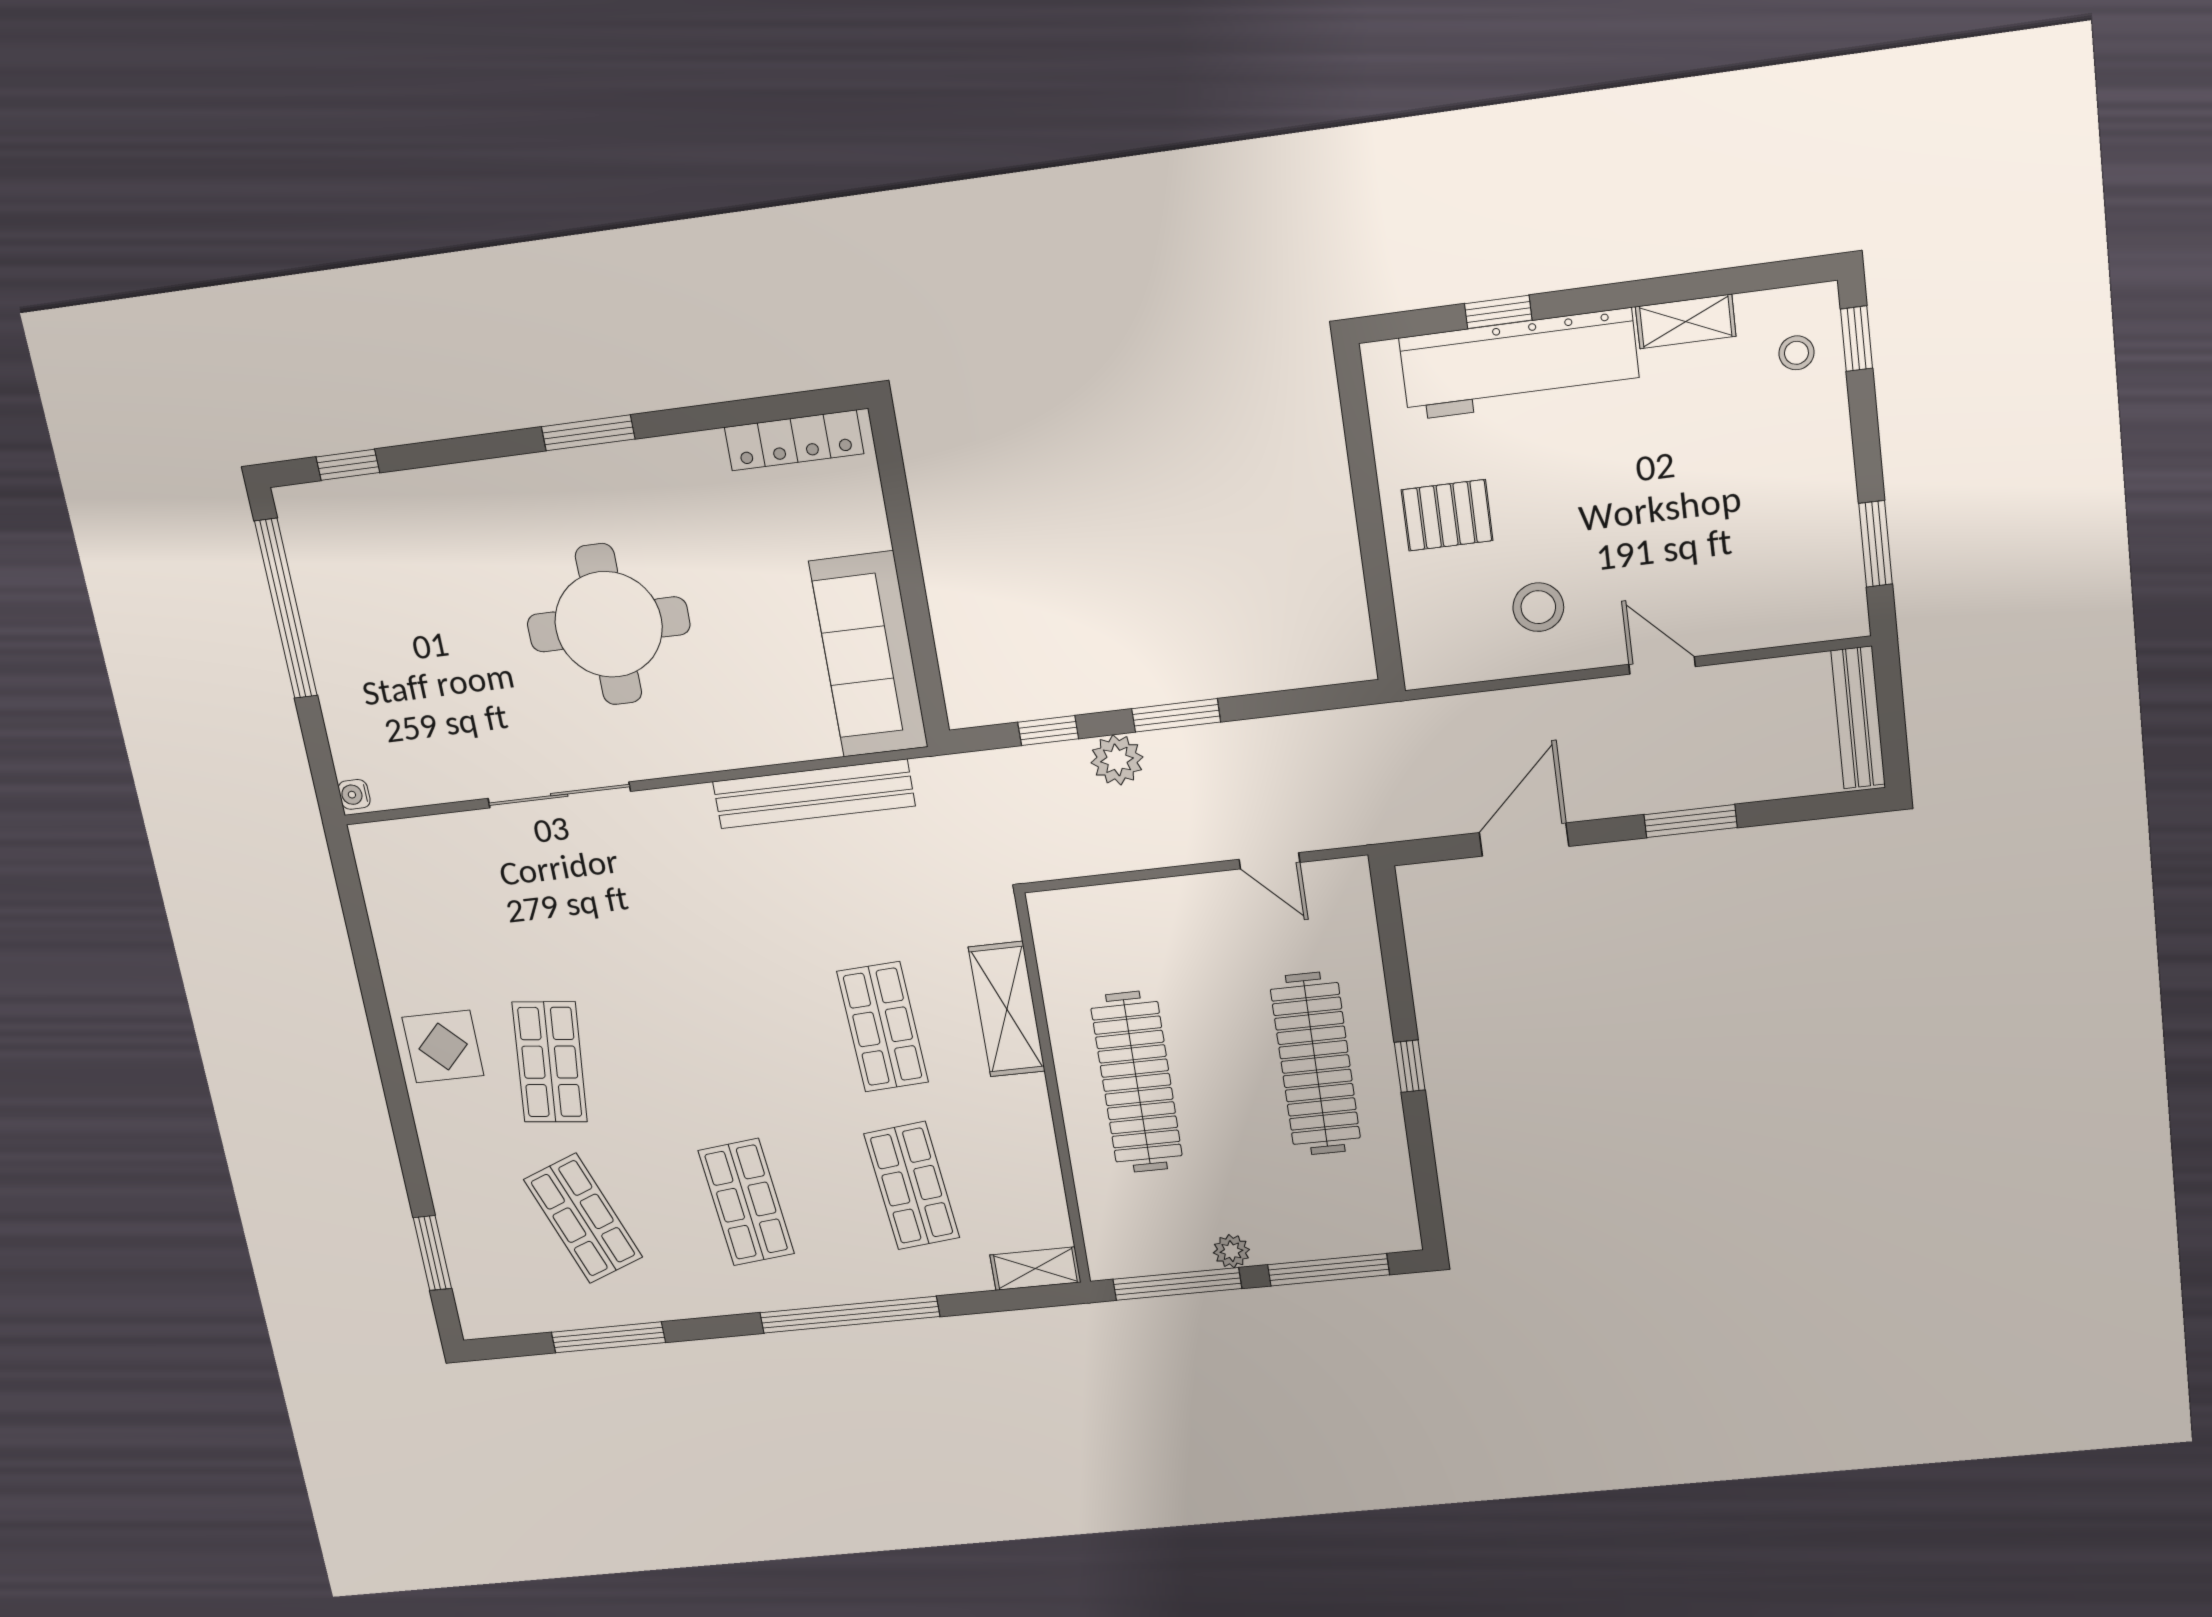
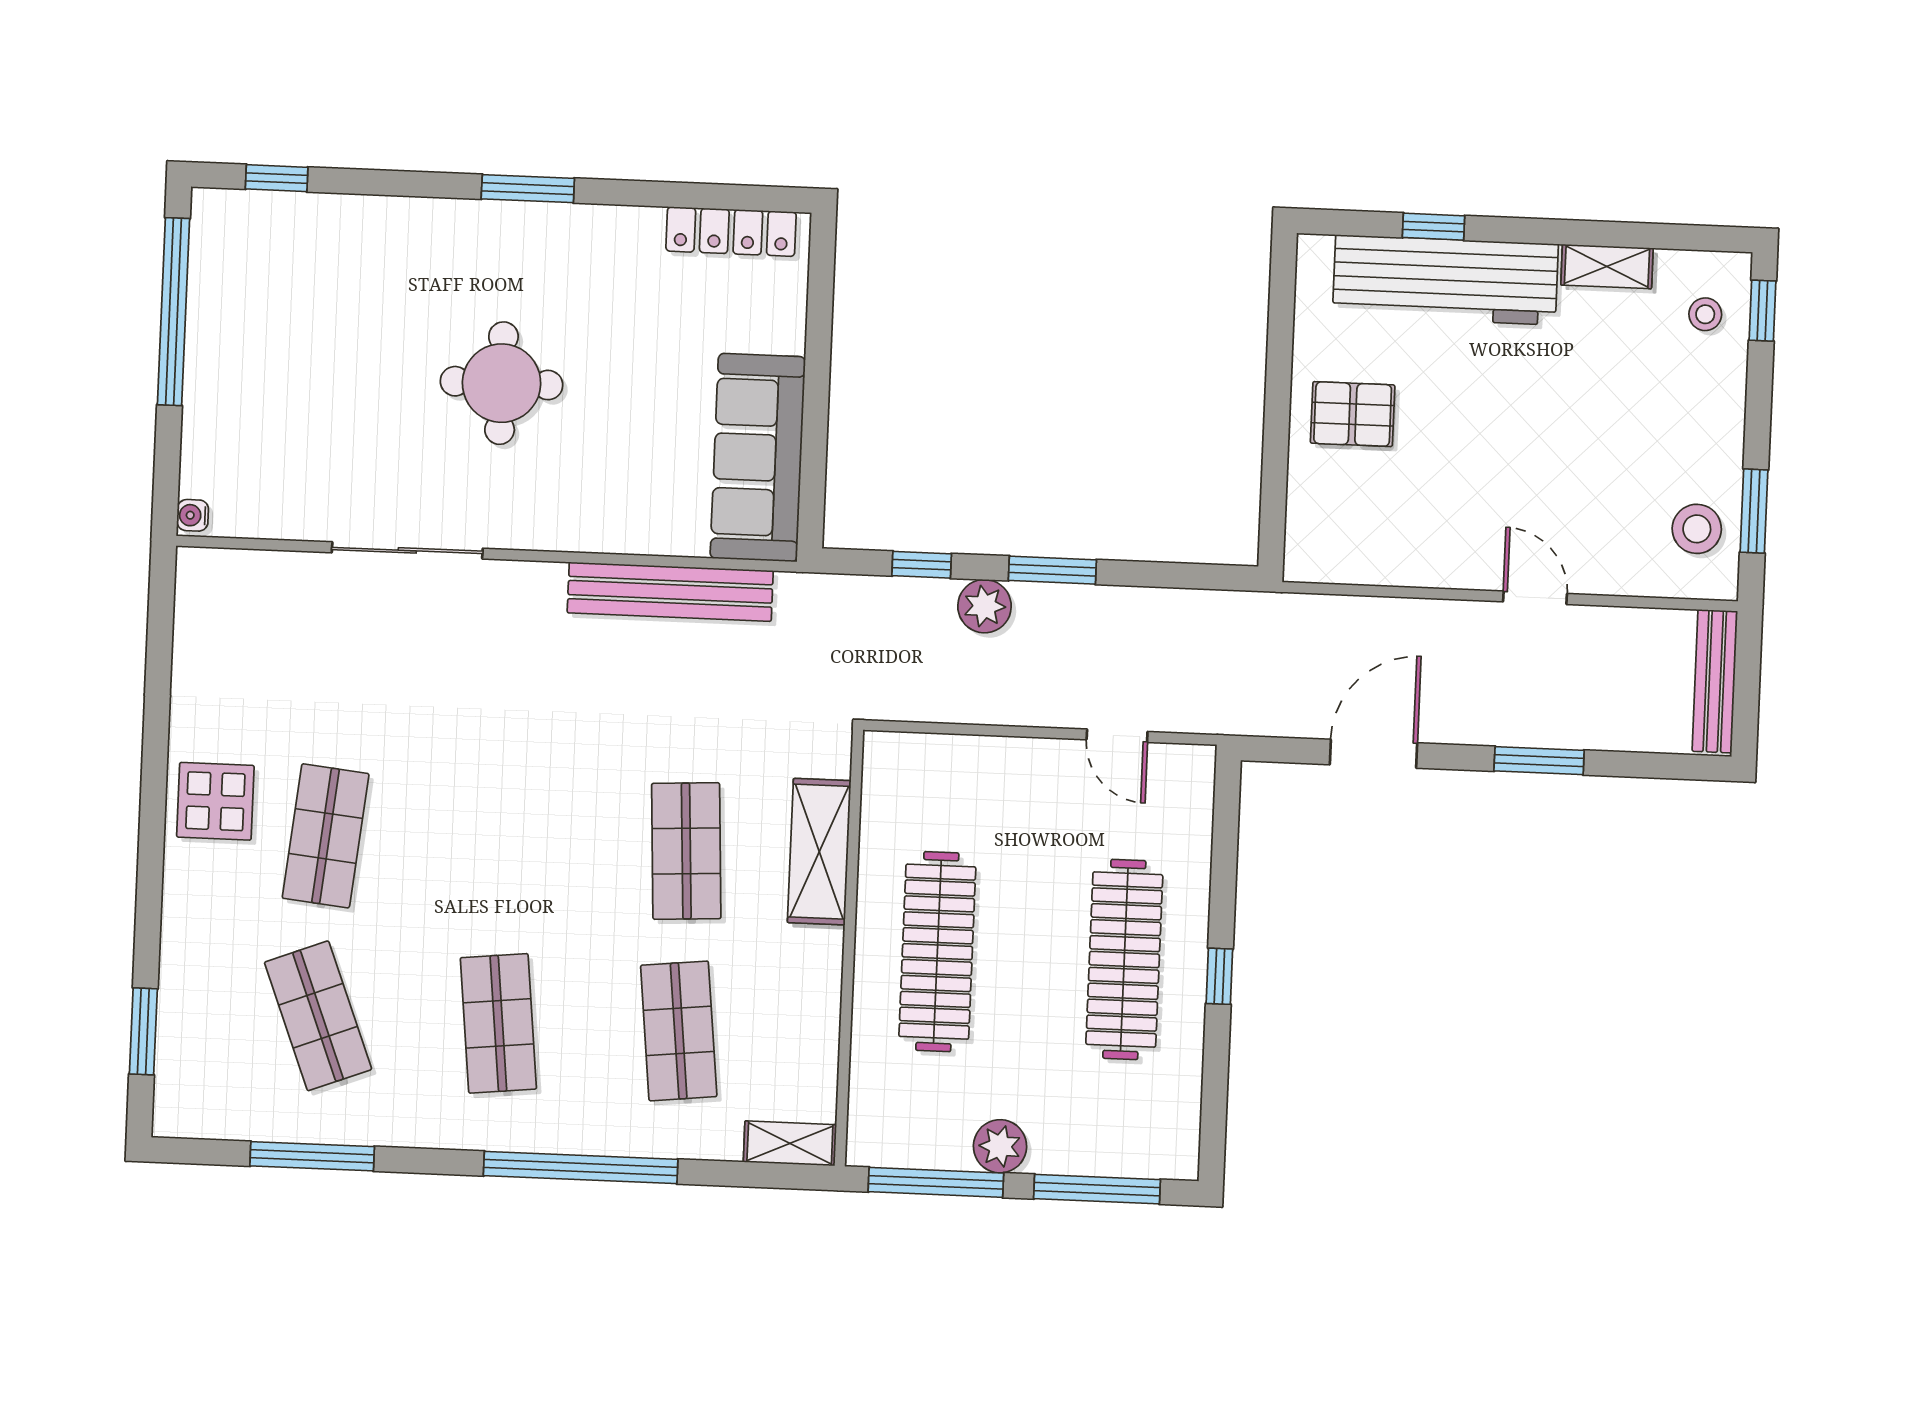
stool: (1538, 607) -> (1697, 529), moved
round table: (609, 624) -> (502, 383), width x0.73, depth x0.73
plant: (1231, 1251) -> (1000, 1146), width x1.38, depth x1.38

